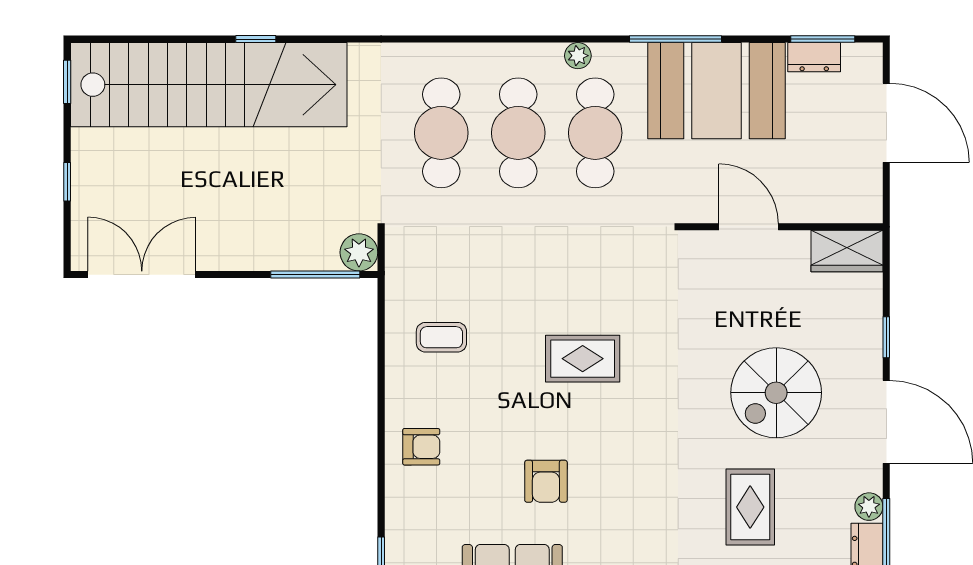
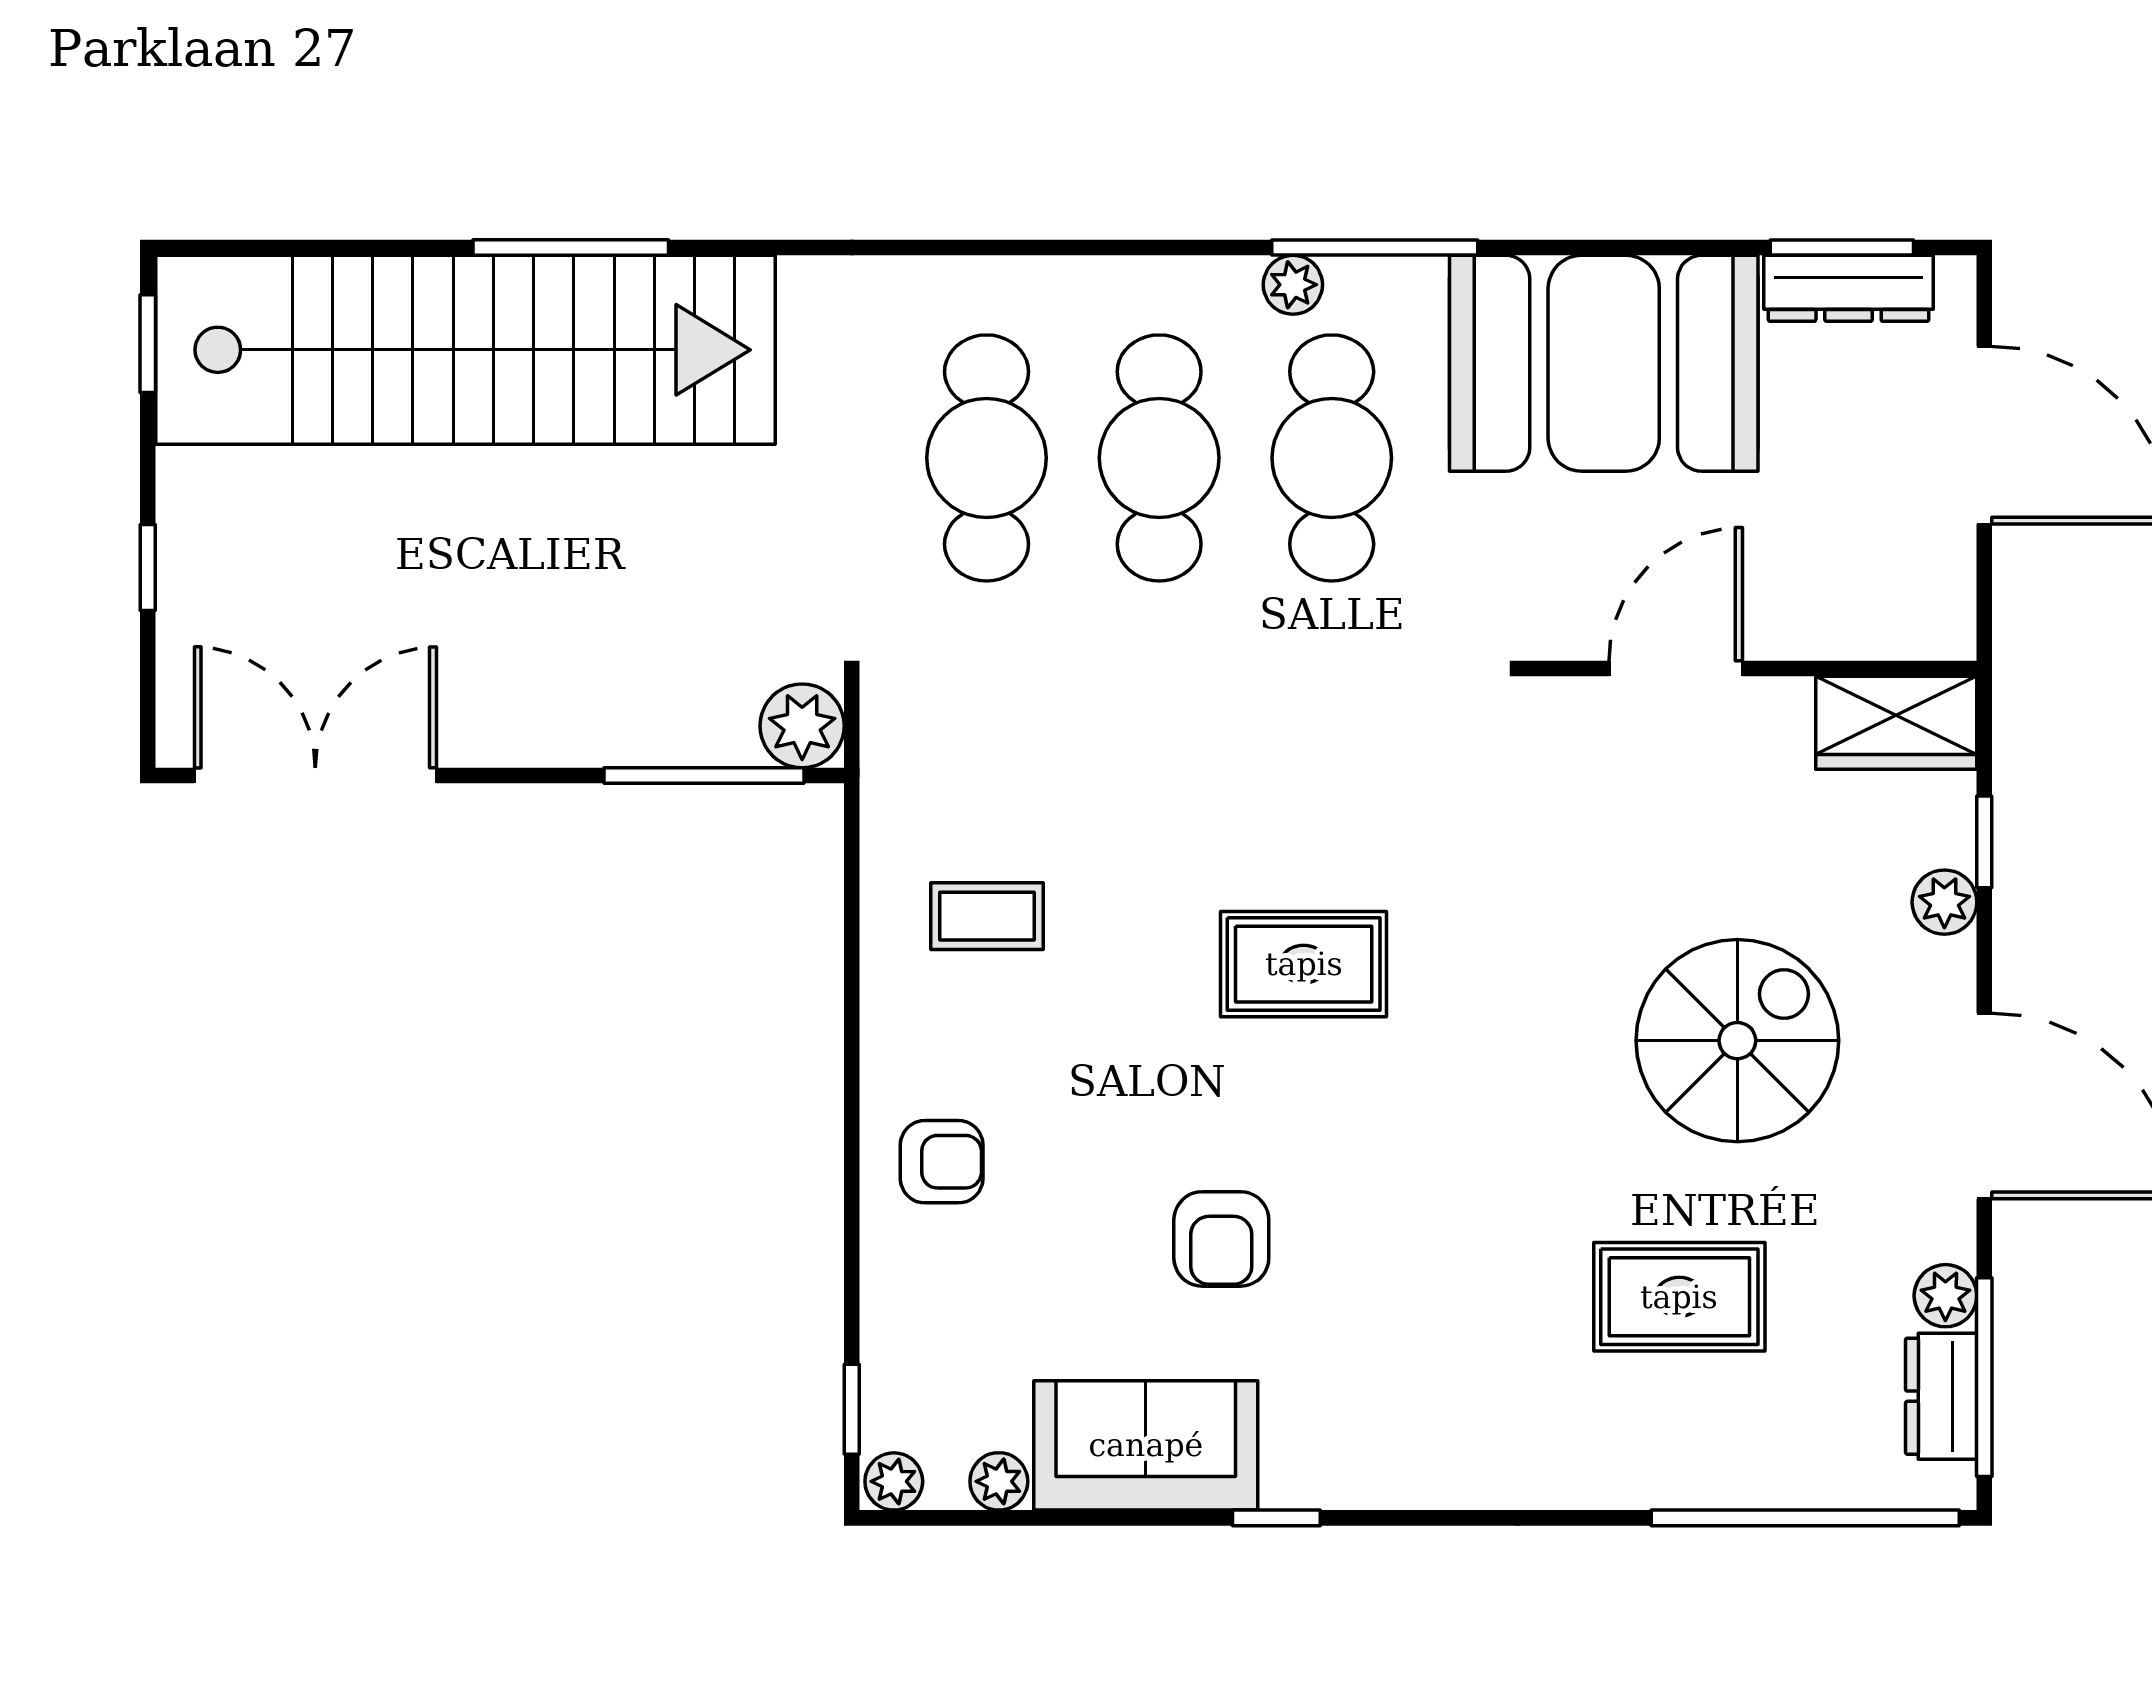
window: (256, 39) -> (571, 248), width x2.17
window: (676, 39) -> (1375, 248), moved
dresser: (814, 57) -> (1849, 288), width x1.44
door: (749, 227) -> (1676, 668), hinge flipped
plant: (868, 331) -> (1944, 902), added
window: (886, 337) -> (1984, 842), moved
spiral stairs: (776, 393) -> (1737, 1041), turned 180
rug: (750, 507) -> (1679, 1297), turned 90

